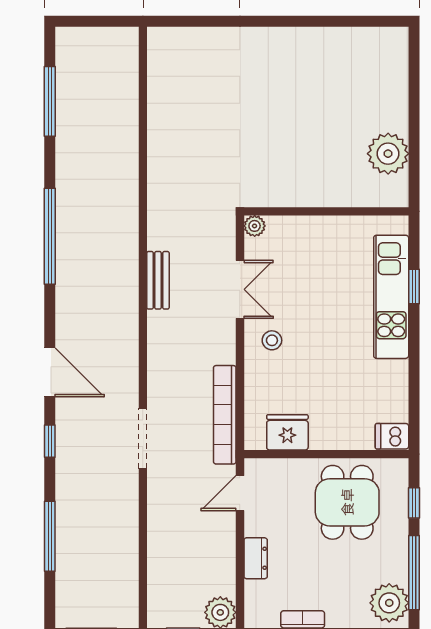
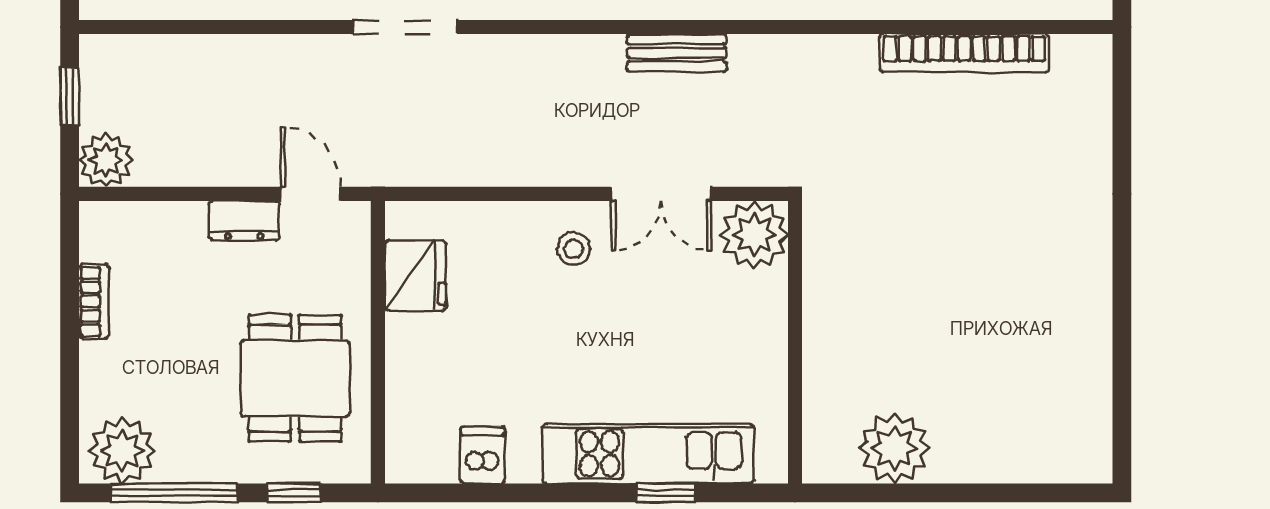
plant: (255, 226) -> (754, 235), width x1.87, depth x1.87
bookcase: (225, 415) -> (964, 53), moved, turned 180
dishwasher: (392, 436) -> (483, 455), moved
dining table: (347, 502) -> (295, 378), turned 90
dresser: (256, 558) -> (244, 221), moved

